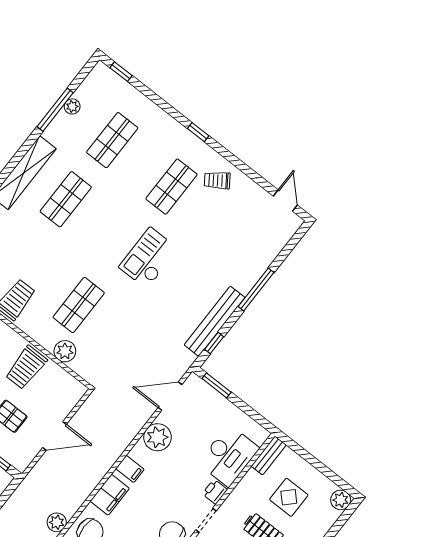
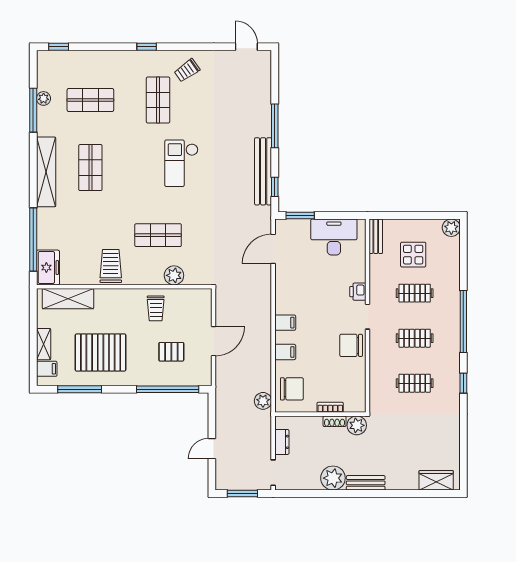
shop shelf: (112, 140) -> (90, 100), turned 90
shop shelf: (79, 305) -> (158, 235), turned 90
trolley: (26, 367) -> (156, 308), width x0.73, depth x0.72
plant: (157, 437) -> (287, 285), removed
desk: (229, 456) -> (334, 237), moved, turned -90
filing cabinet: (110, 495) -> (285, 352), width x0.50

